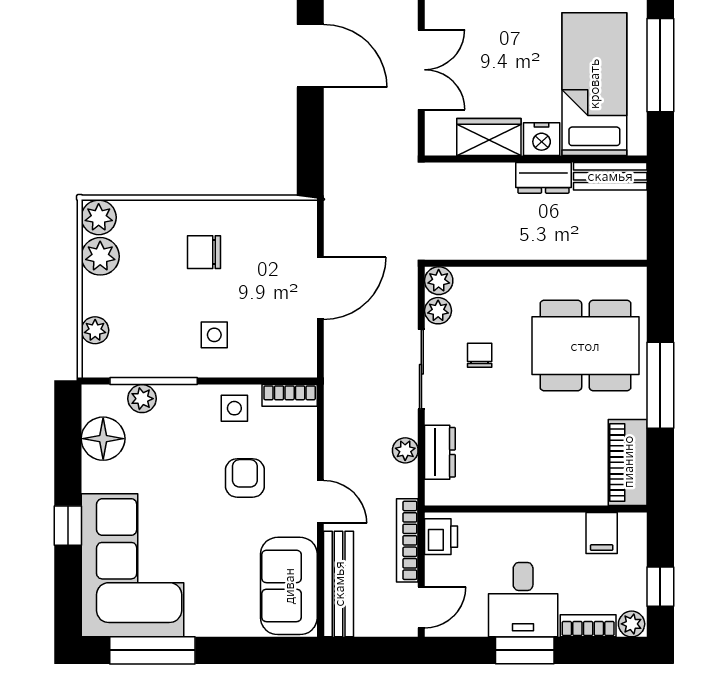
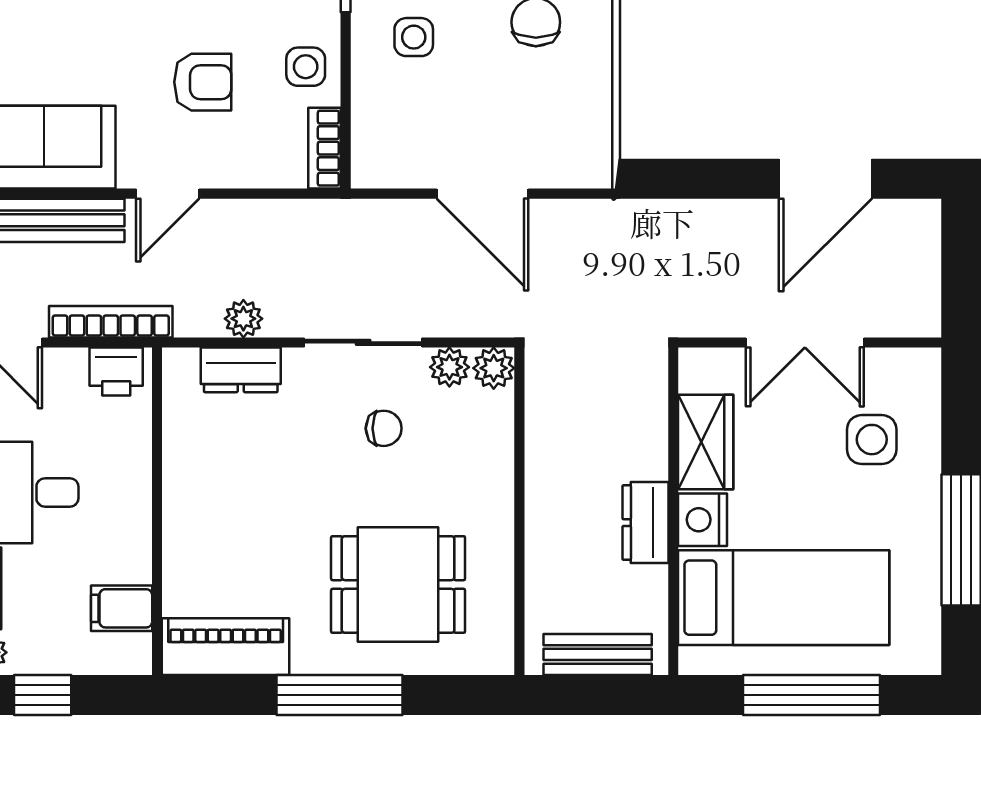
side table: (487, 24) -> (872, 440), added
bench: (610, 176) -> (598, 654), moved, turned 90
dining table: (585, 346) -> (398, 584), width x0.73

